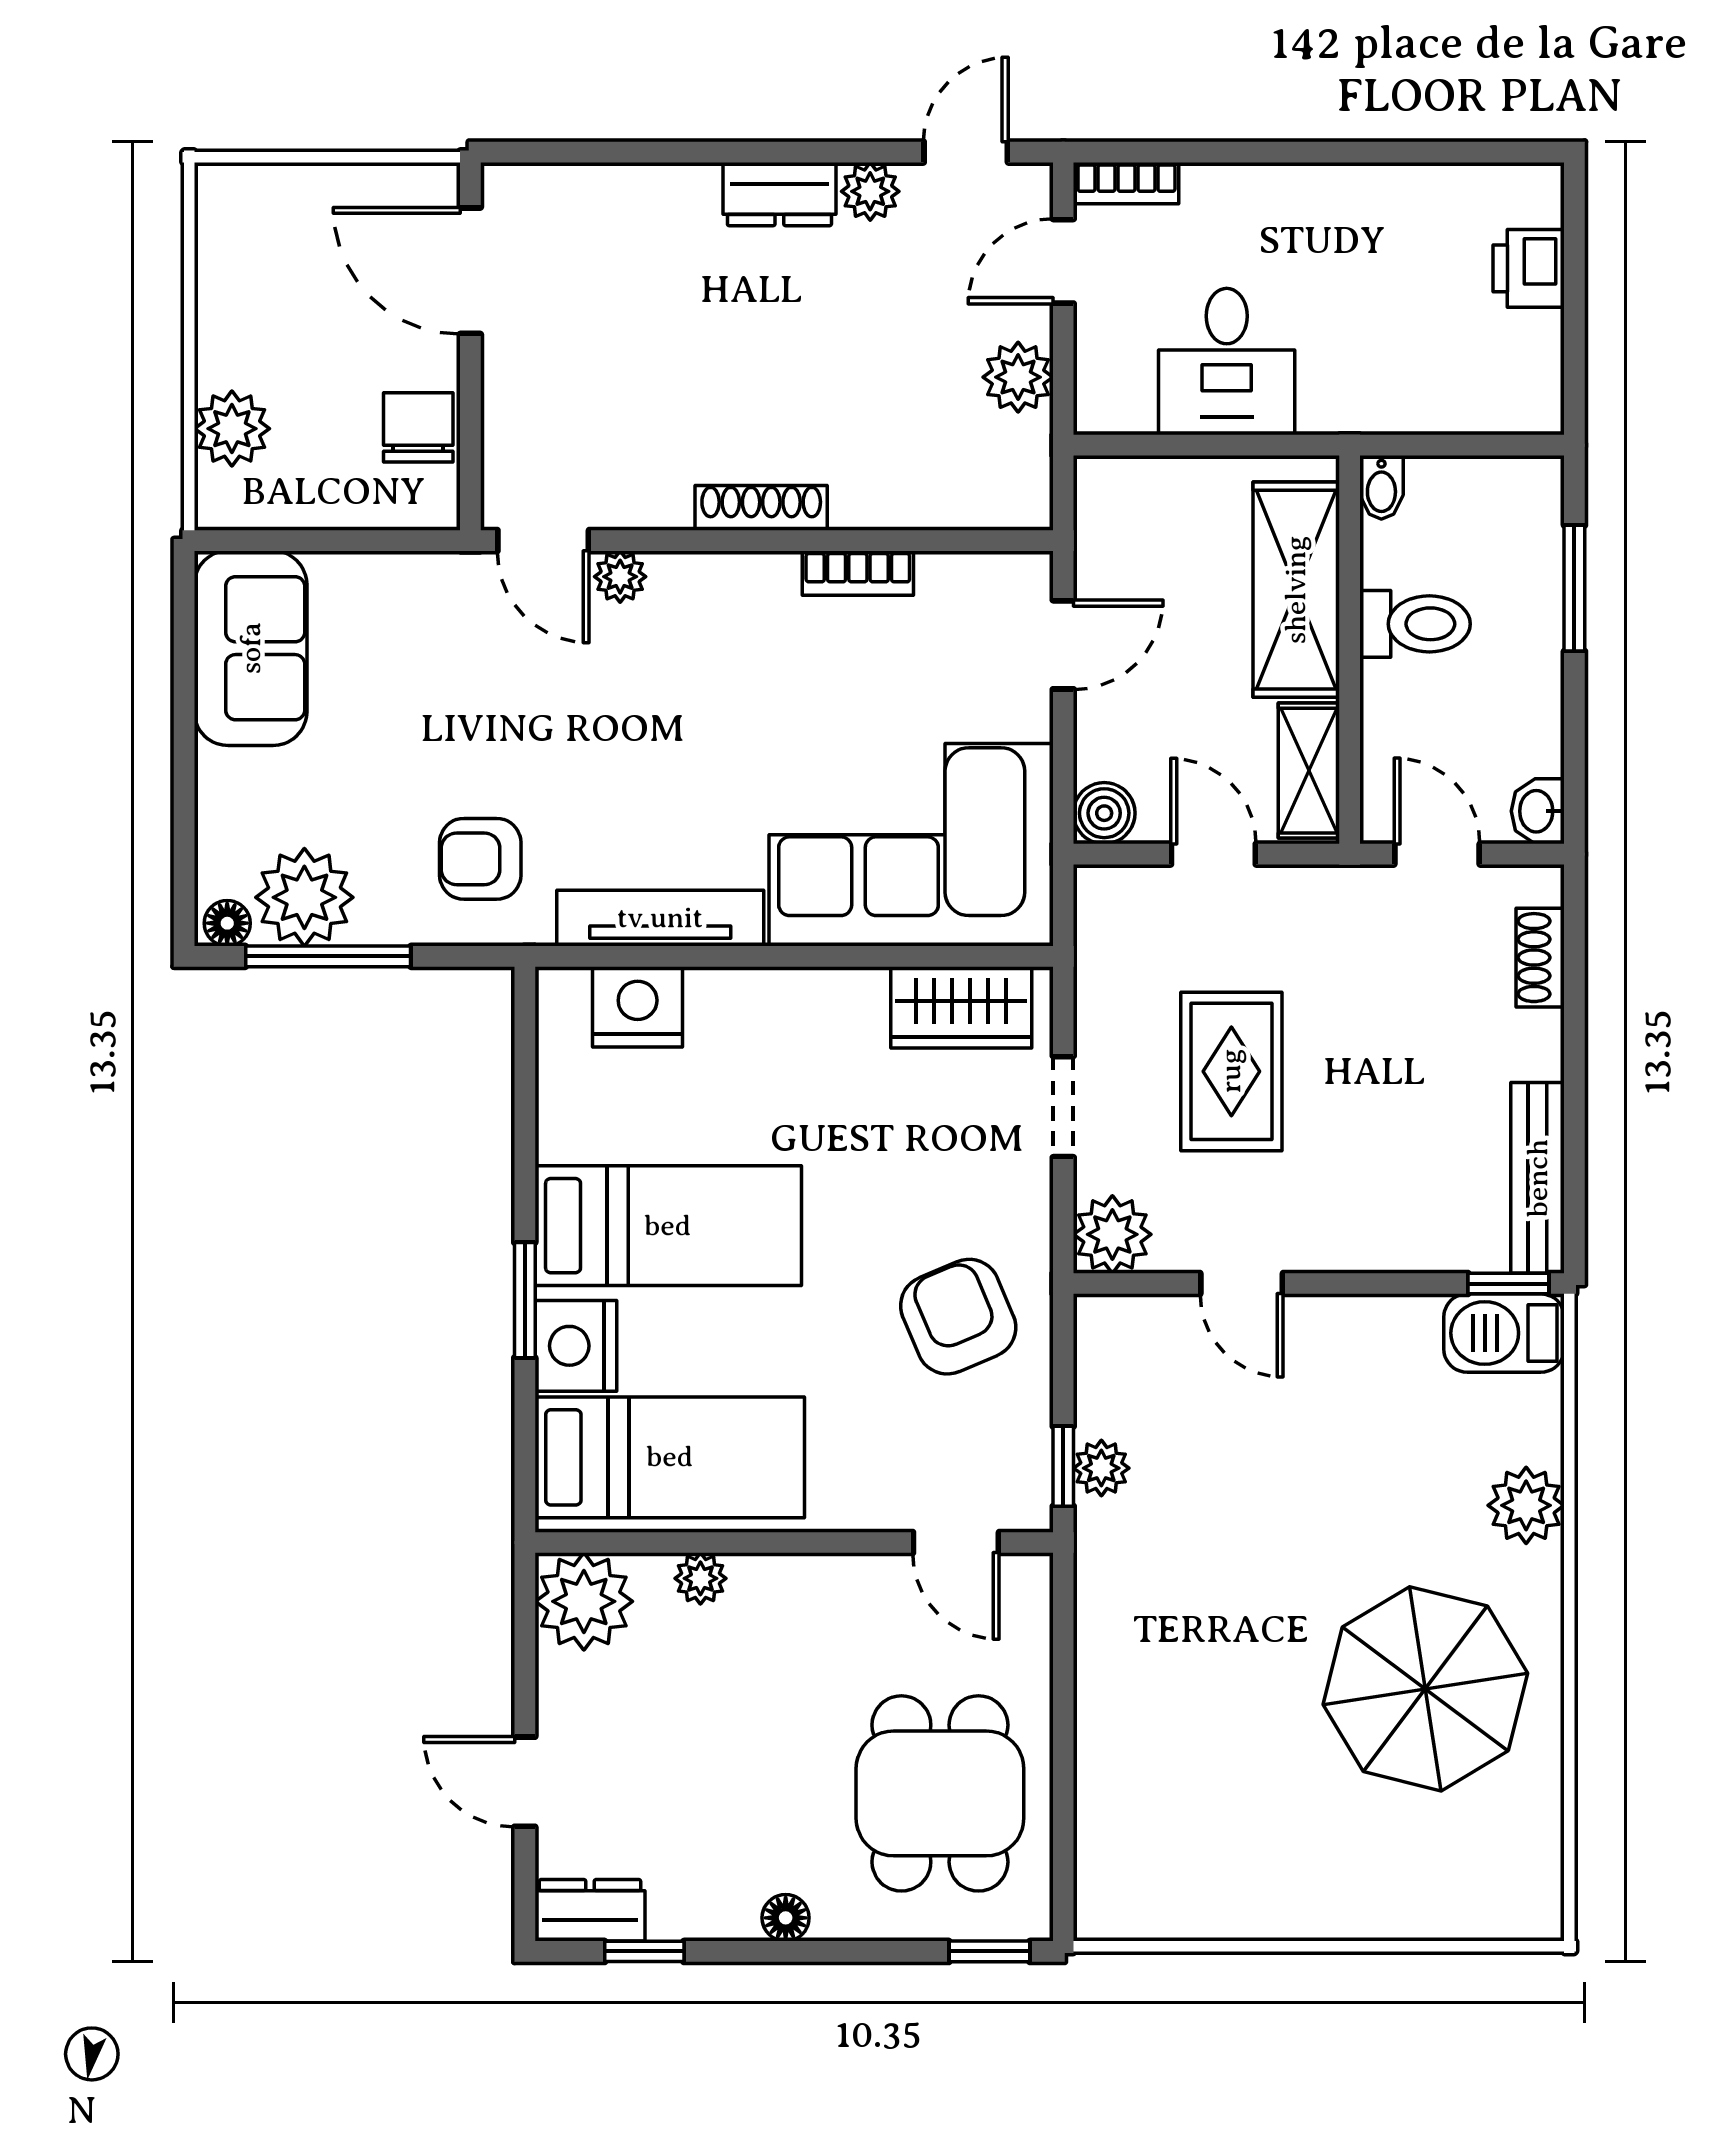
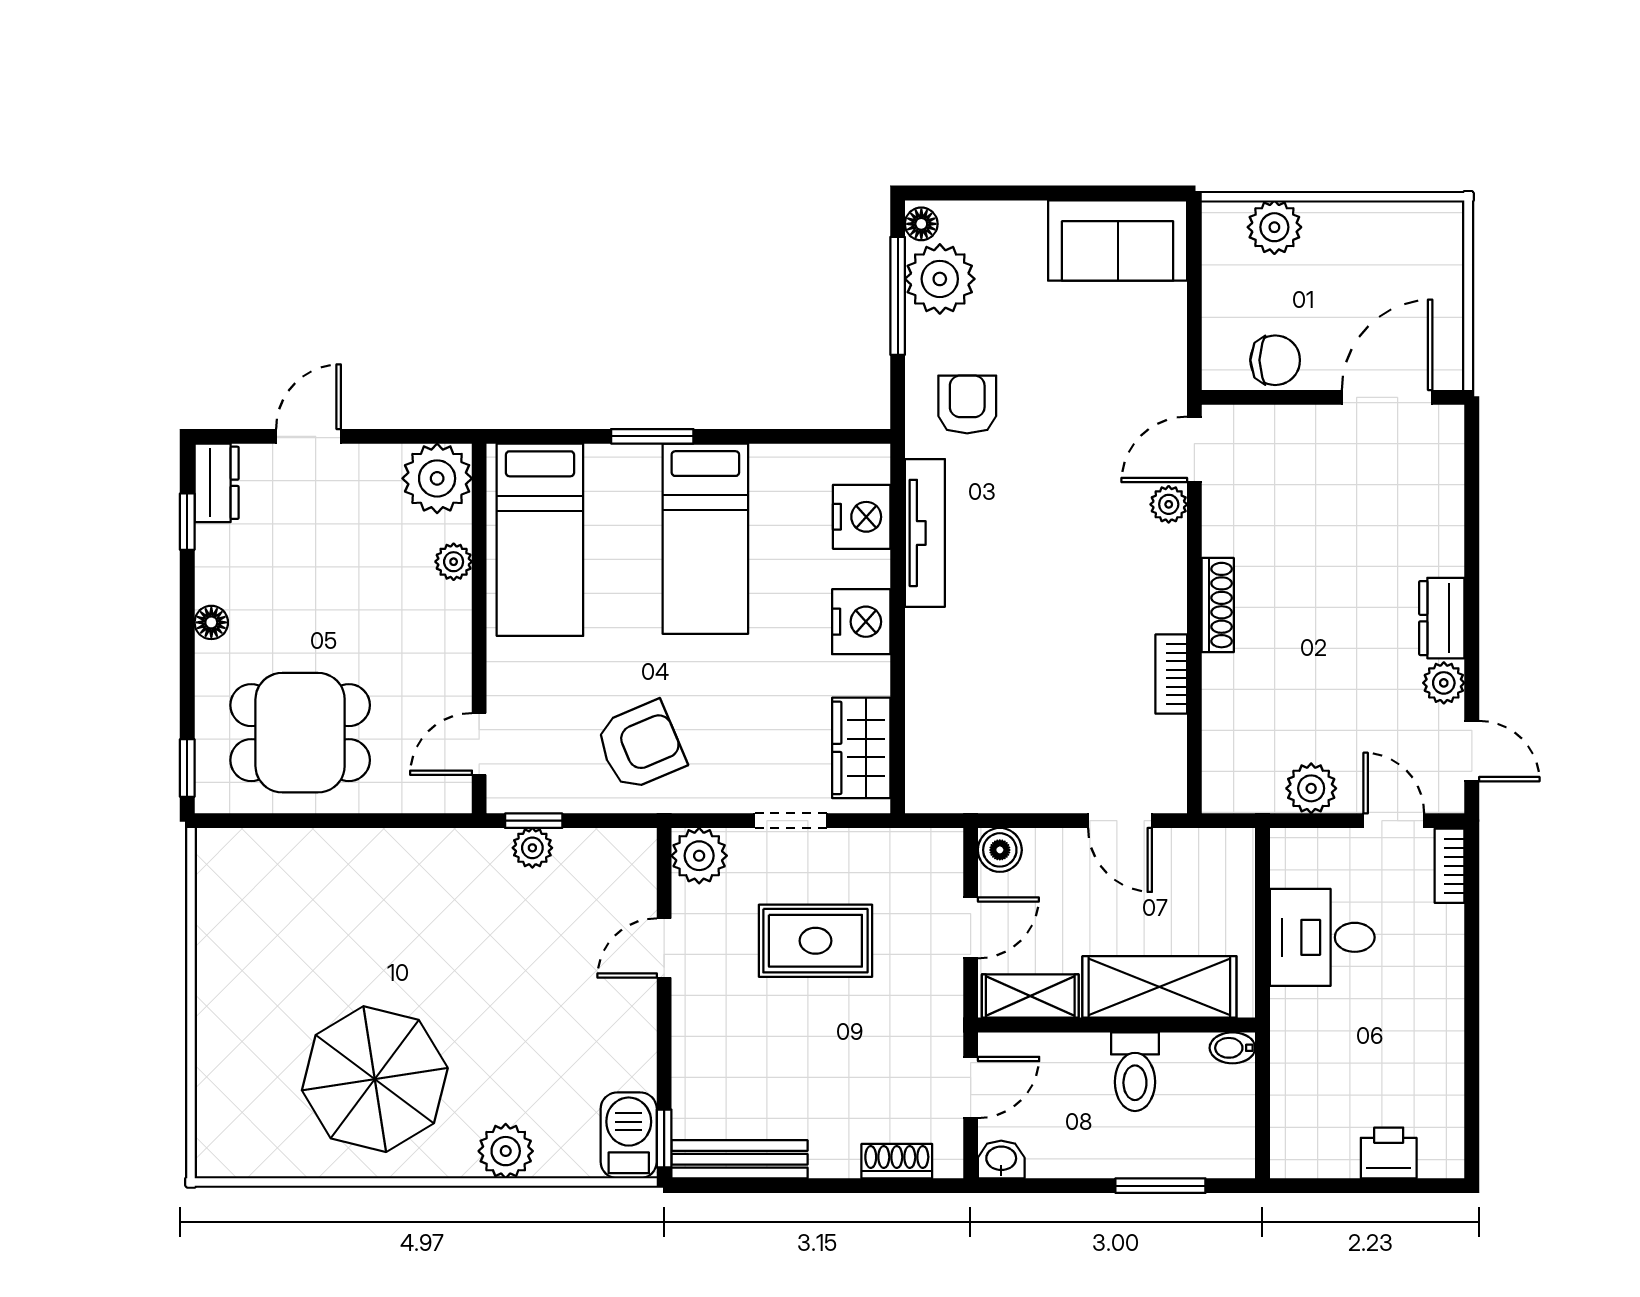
corner sofa: (911, 845) -> (977, 712), removed
nightstand: (576, 1346) -> (861, 622), moved, turned 90

